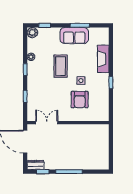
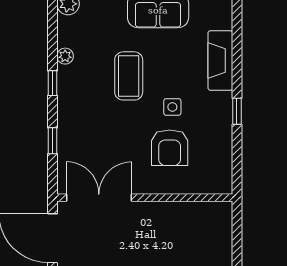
double door: (47, 123) -> (99, 198), width x1.37

